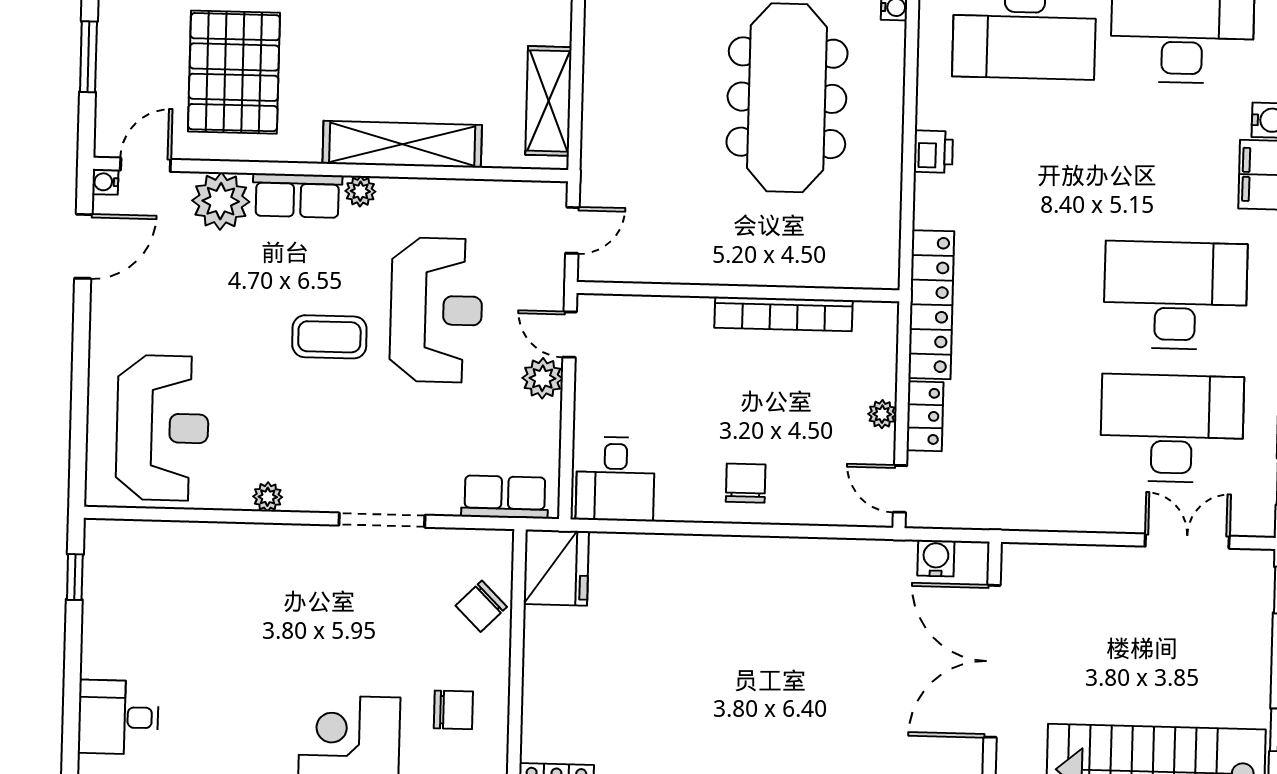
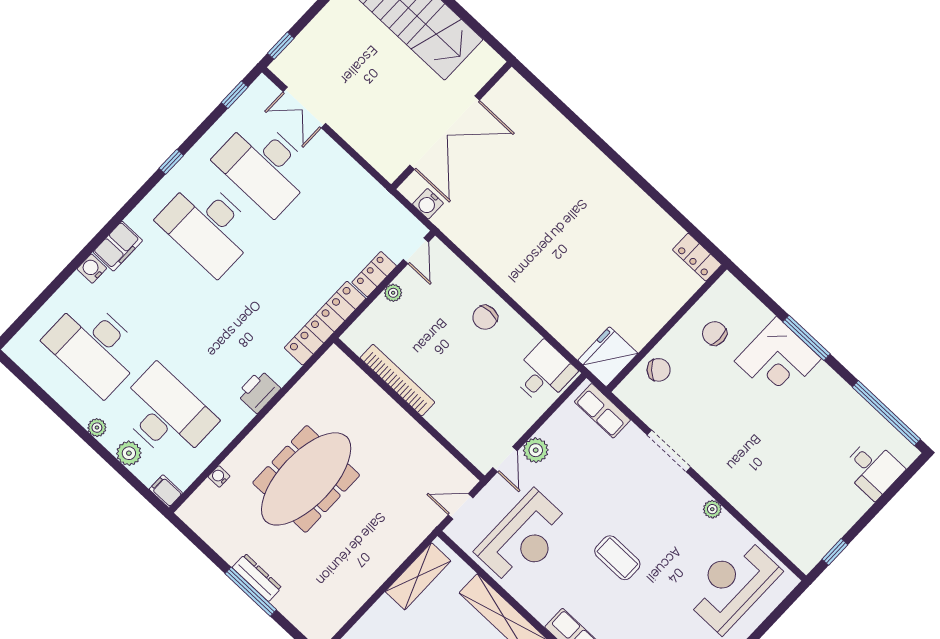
printer: (933, 152) -> (259, 391), width x1.36, depth x1.24
plant: (360, 191) -> (543, 612), removed
reception desk: (436, 310) -> (524, 538), moved, turned 180

